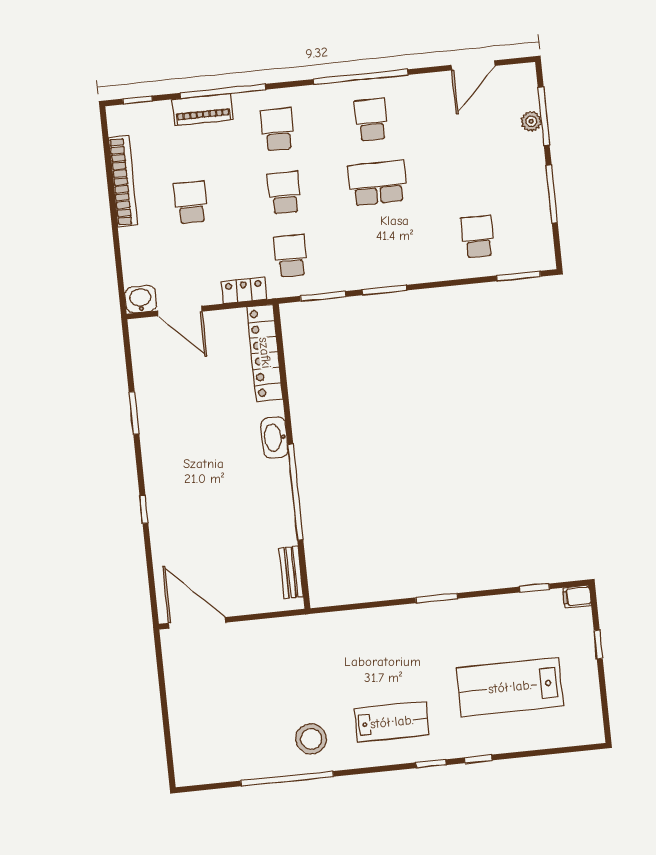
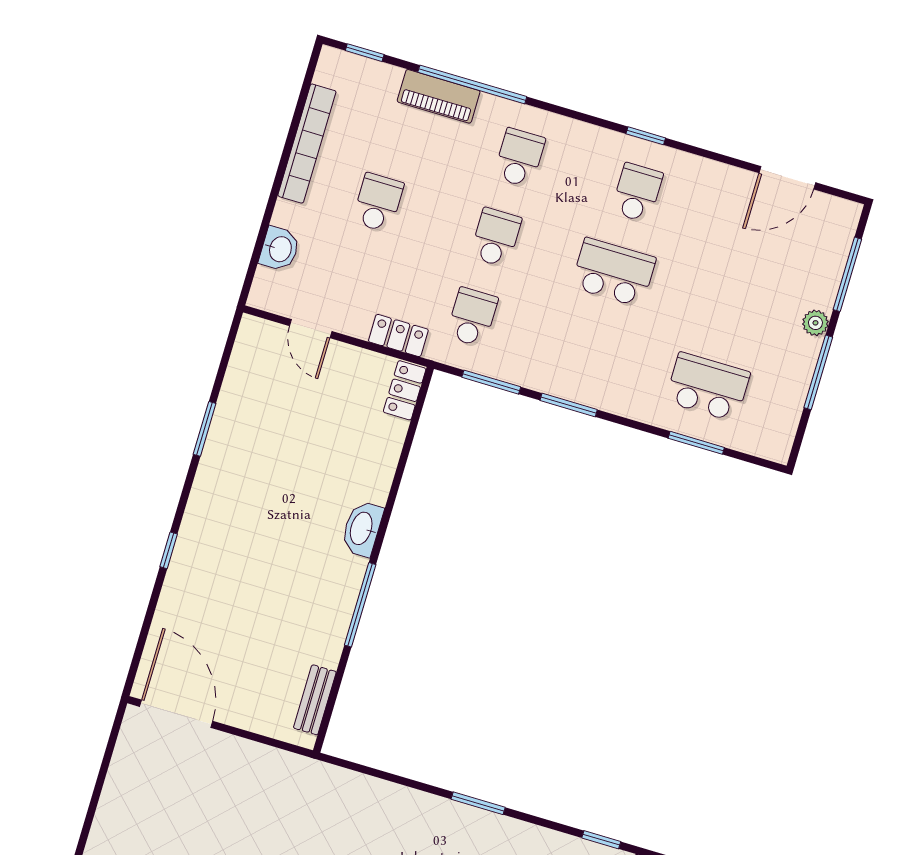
window: (361, 77) -> (646, 136), width x0.32
plant: (531, 121) -> (815, 323), moved
school desk: (478, 237) -> (708, 387), width x1.85
window: (519, 276) -> (696, 443), moved
washbasin: (141, 299) -> (279, 249), moved, turned 90
door: (180, 311) -> (311, 329), width x0.73
locker: (265, 353) -> (405, 390), width x0.46, depth x0.83
window: (295, 492) -> (360, 605), width x0.68

